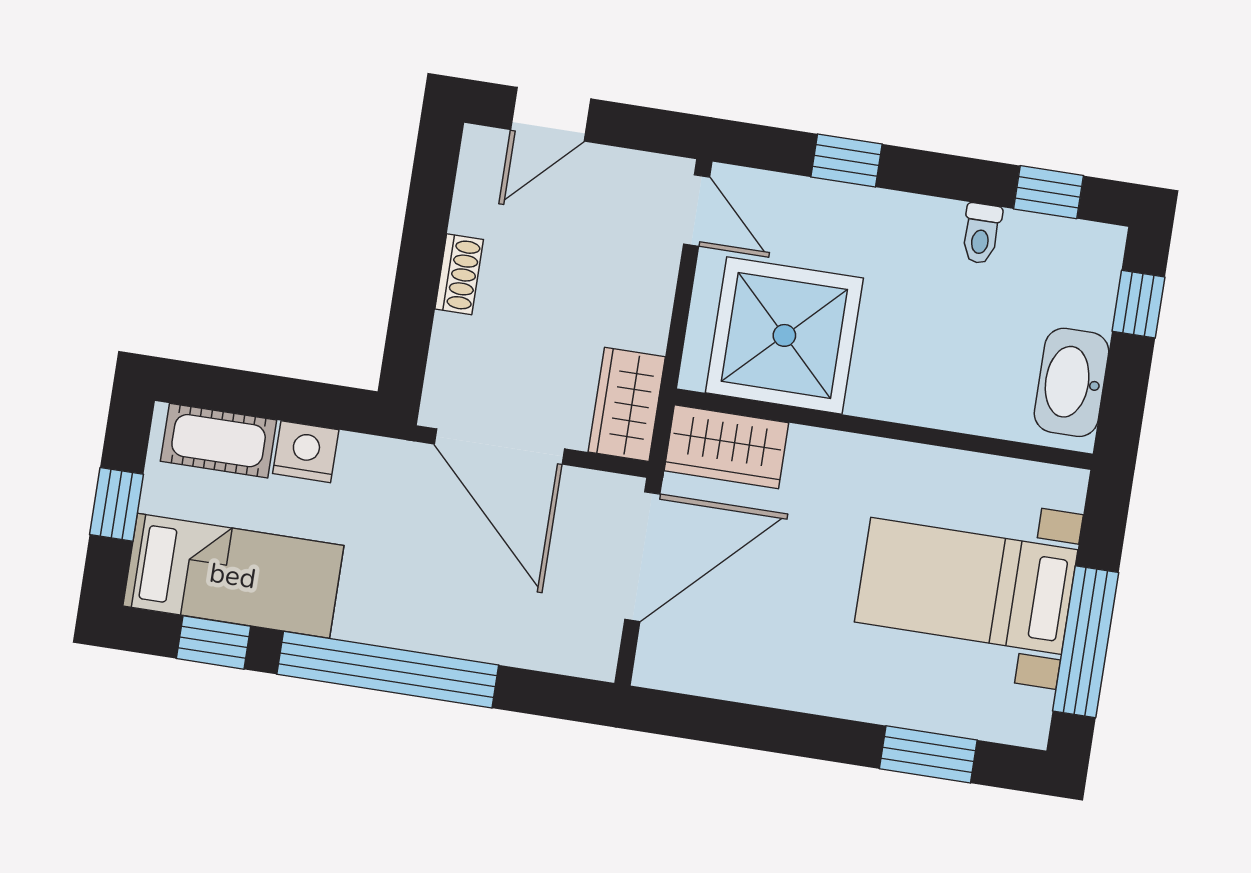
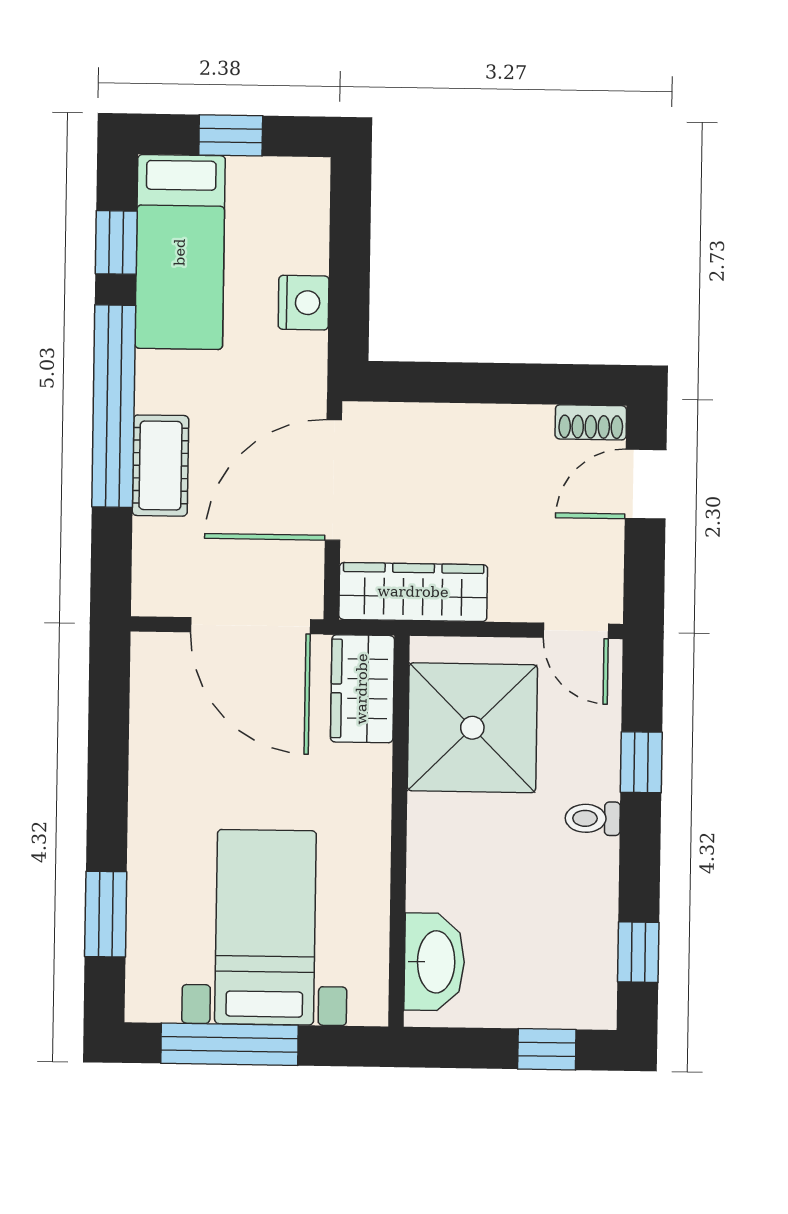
door: (551, 114) -> (646, 484), hinge flipped
door: (697, 210) -> (576, 631), hinge flipped
toilet: (981, 234) -> (593, 818), moved
shoe rack: (459, 274) -> (591, 422), moved
washbasin: (1072, 382) -> (434, 962), moved, turned 90
wardrobe: (627, 404) -> (413, 592), width x1.50
cot: (219, 441) -> (160, 466), moved

